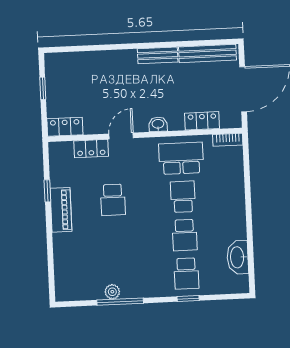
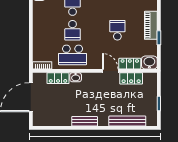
bench: (207, 53) -> (127, 121), moved
washbasin: (158, 124) -> (76, 77), moved
locker: (65, 127) -> (131, 78), moved
door: (121, 136) -> (110, 71), swing flipped
washbasin: (61, 152) -> (149, 62), added

